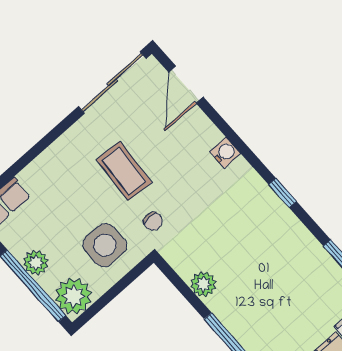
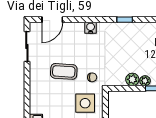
sliding door: (112, 82) -> (27, 46), width x0.73
door: (186, 85) -> (52, 20), hinge flipped
plant: (218, 305) -> (145, 81), added

